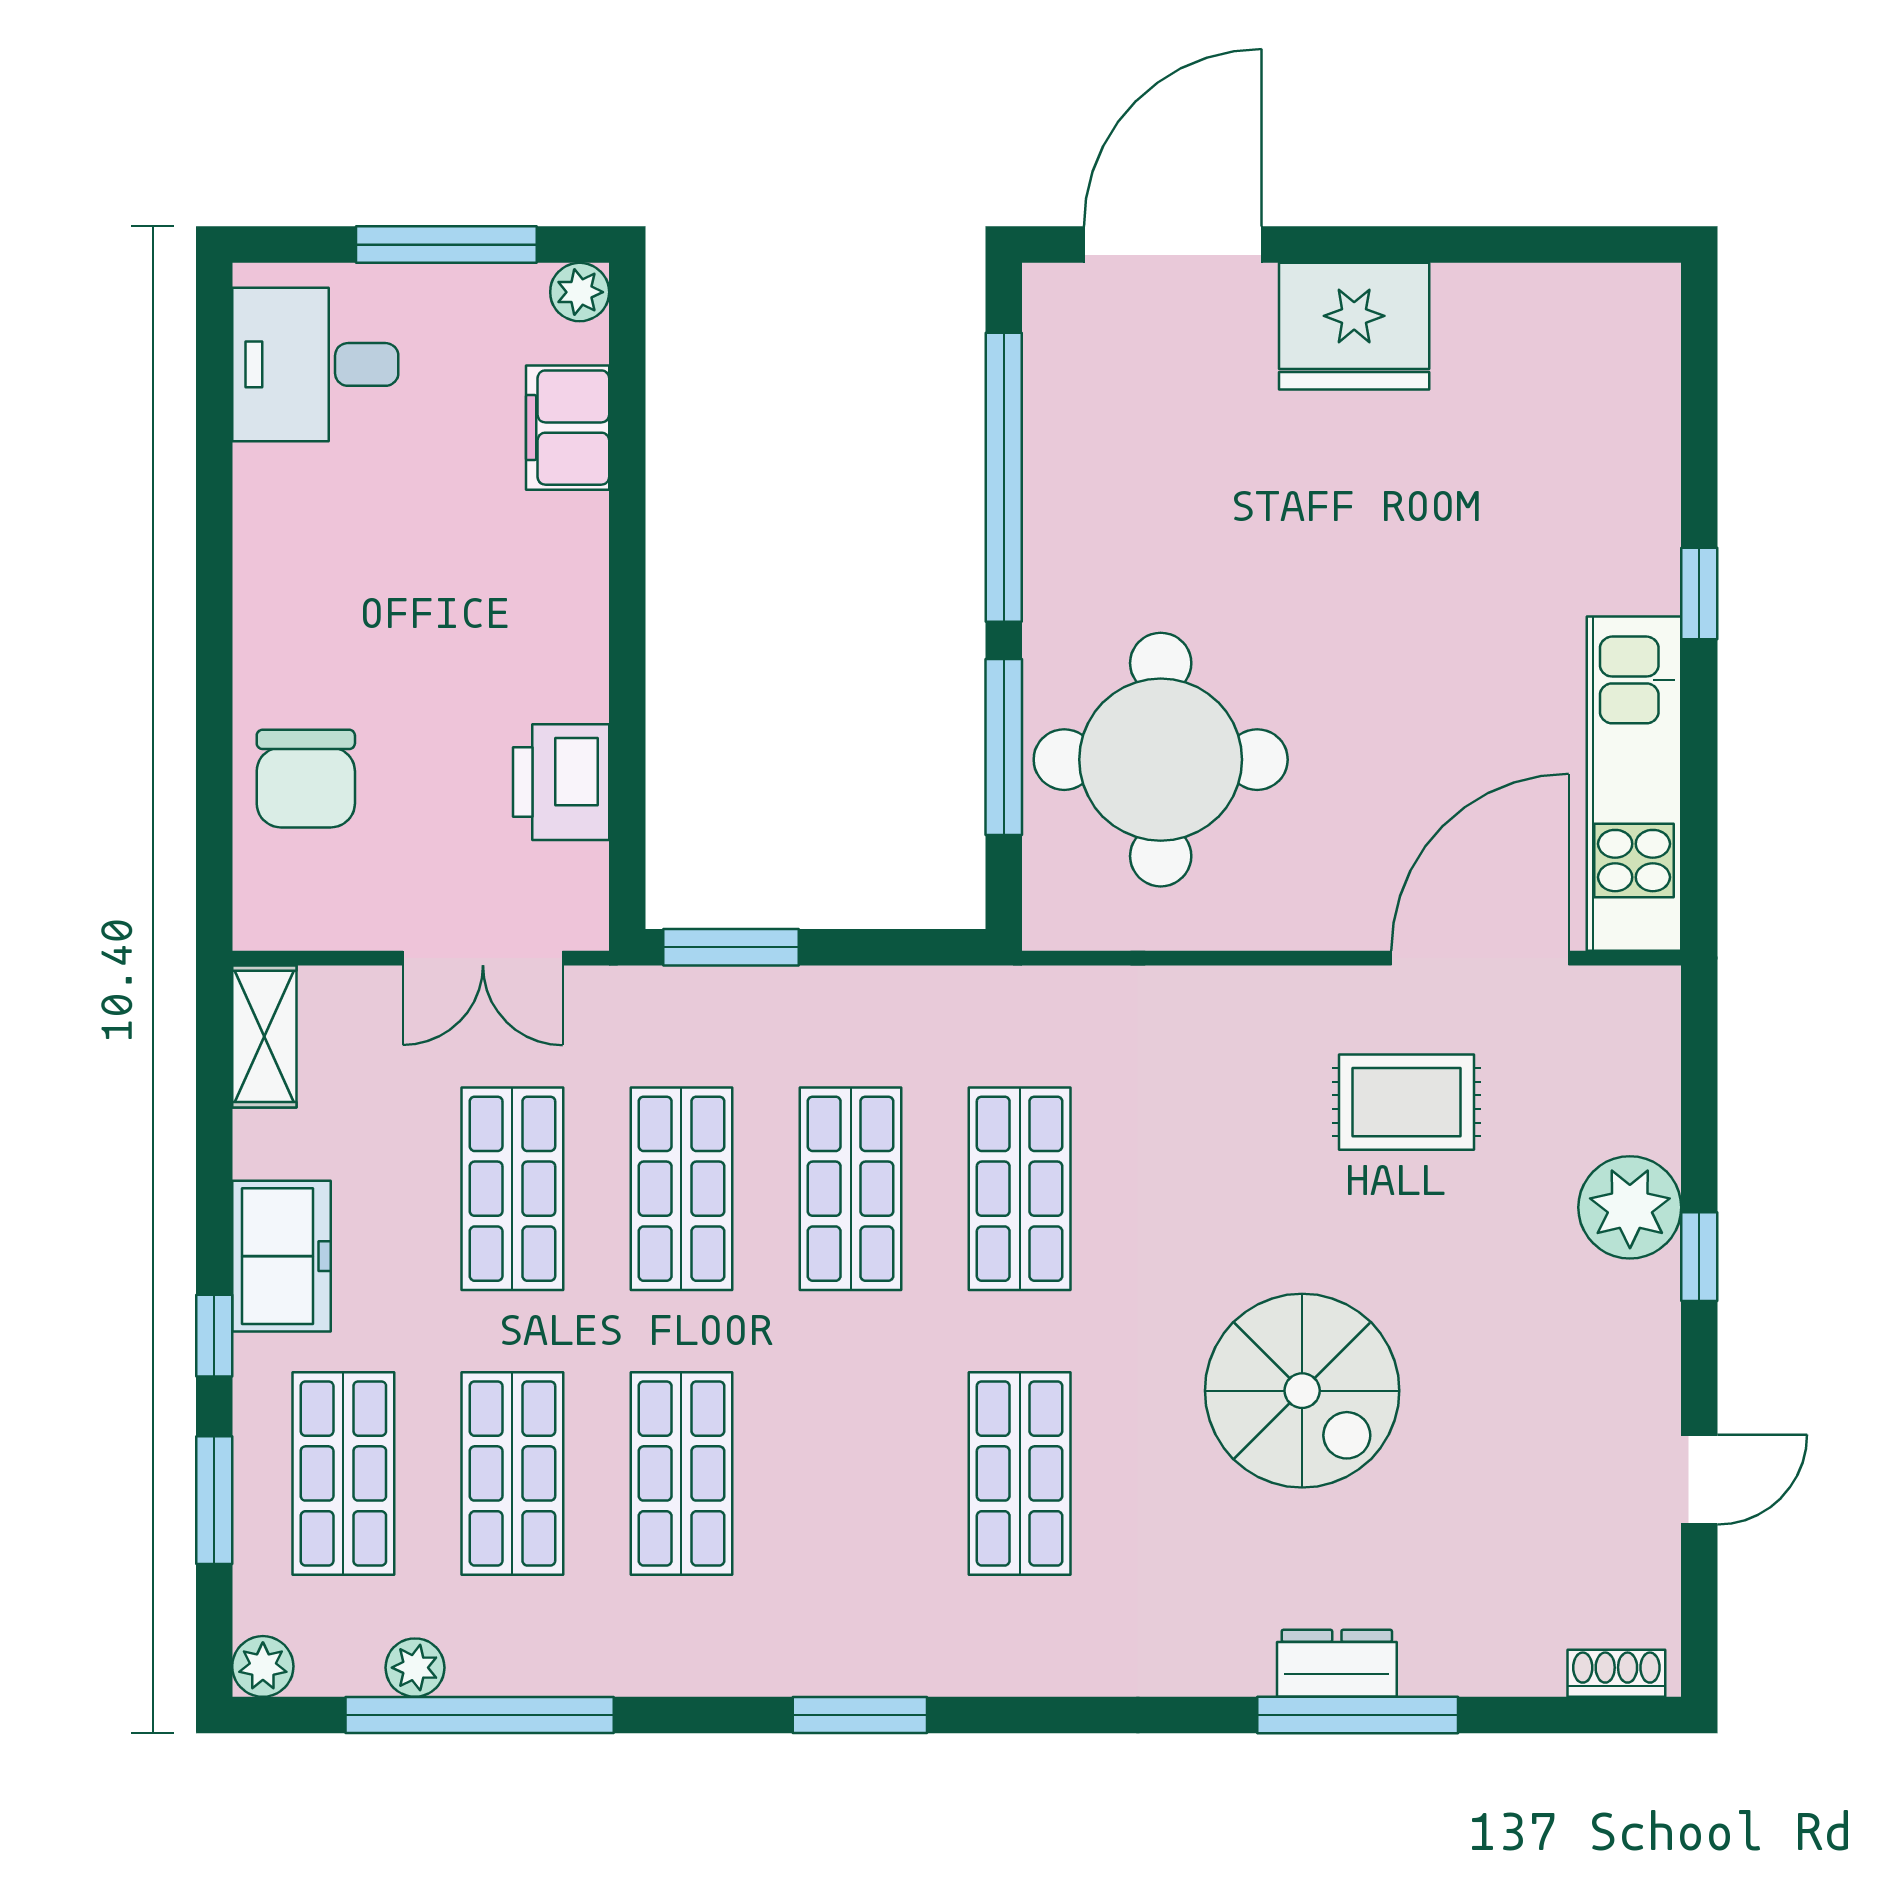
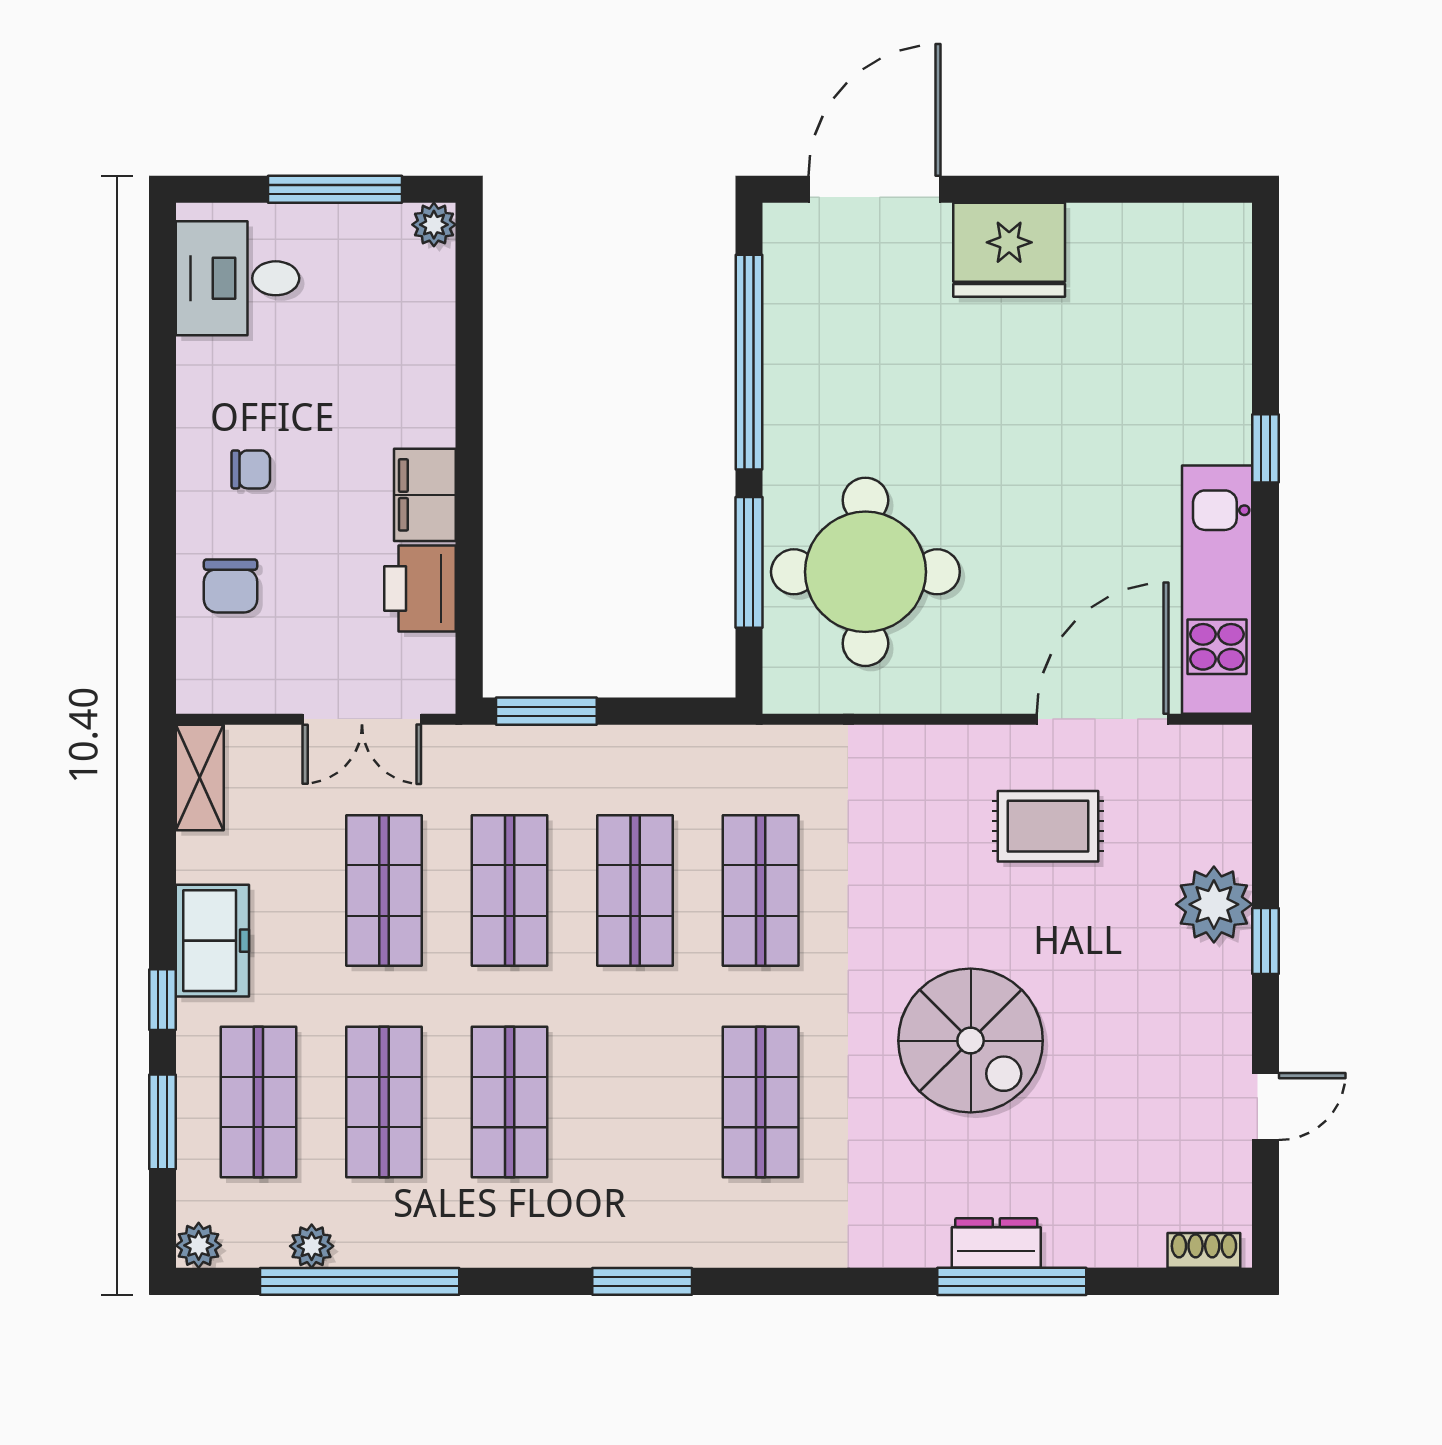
filing cabinet: (568, 428) -> (425, 495), moved
chair: (333, 622) -> (251, 469), added
chair: (306, 779) -> (231, 586), width x0.73, depth x0.73

